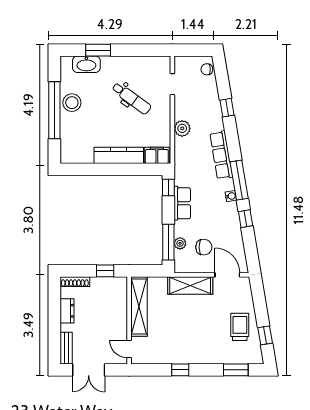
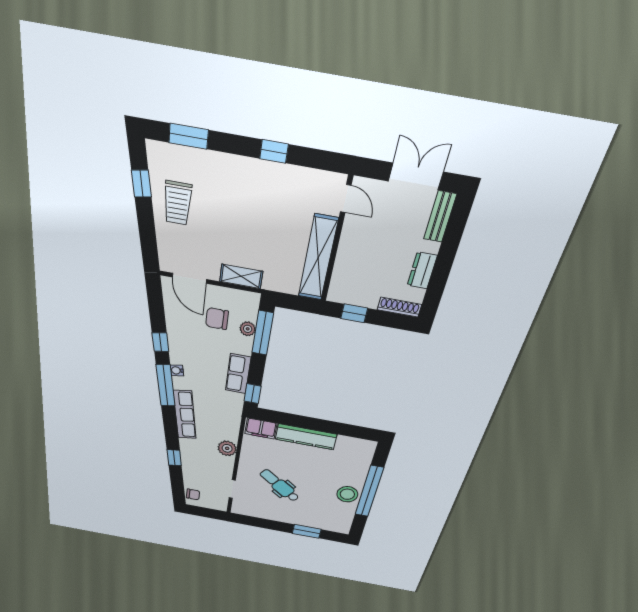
washbasin: (86, 64) -> (322, 523), removed
shelving: (190, 286) -> (241, 276), width x0.67, depth x0.75

